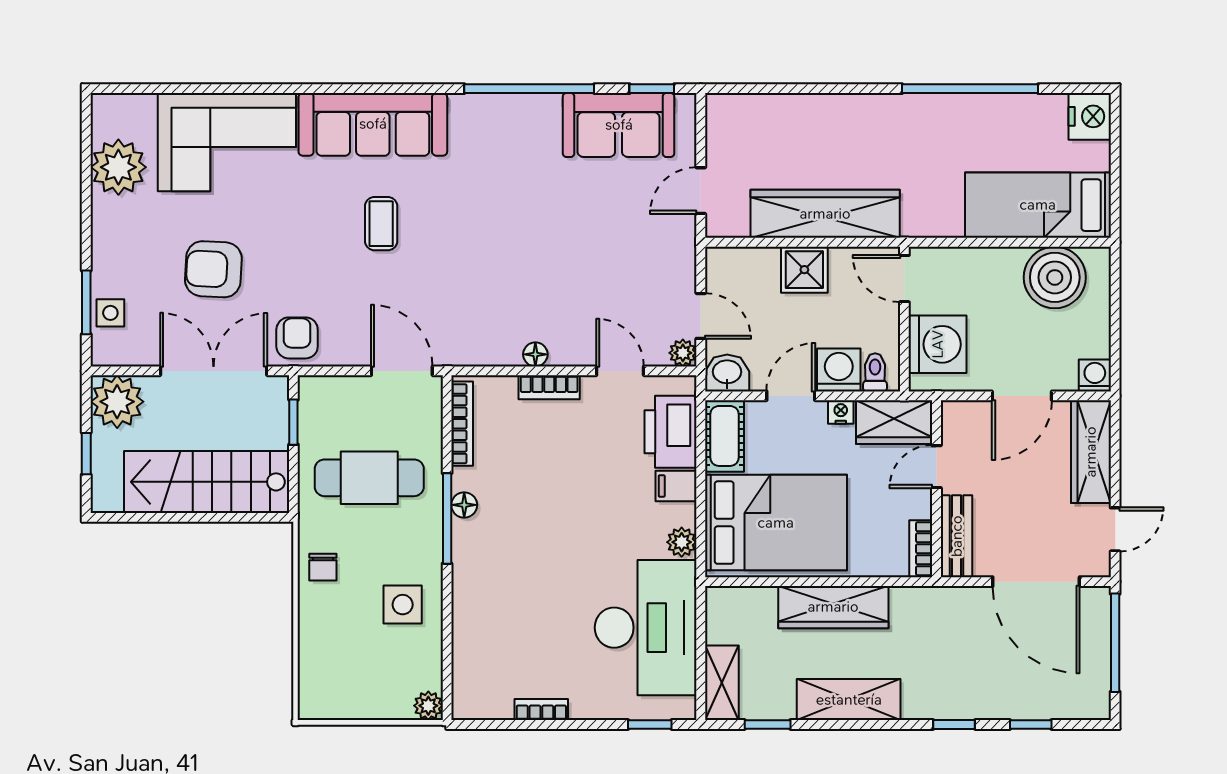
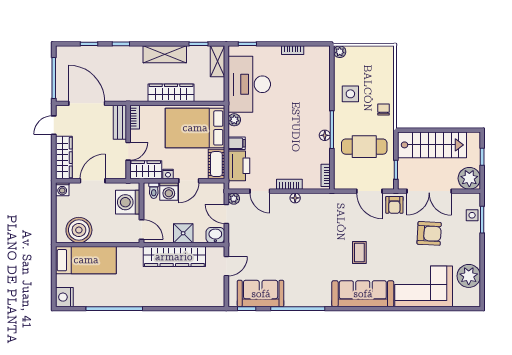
door: (402, 371) -> (369, 191), moved
washbasin: (727, 373) -> (215, 235), moved, turned 180
bookcase: (462, 424) -> (326, 175), width x0.64

